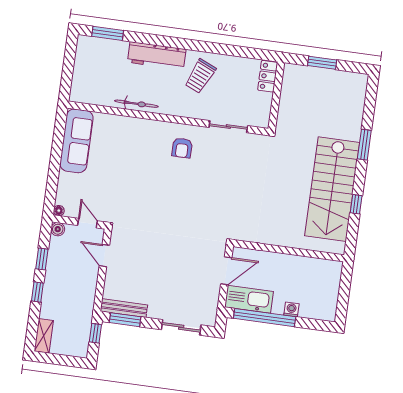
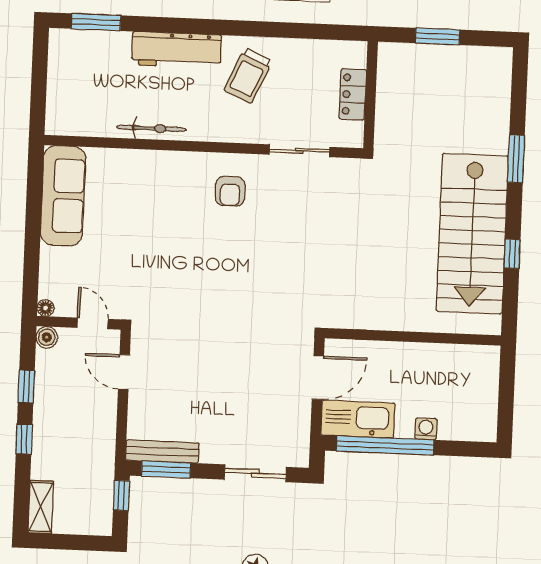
locker: (268, 76) -> (353, 94), moved

